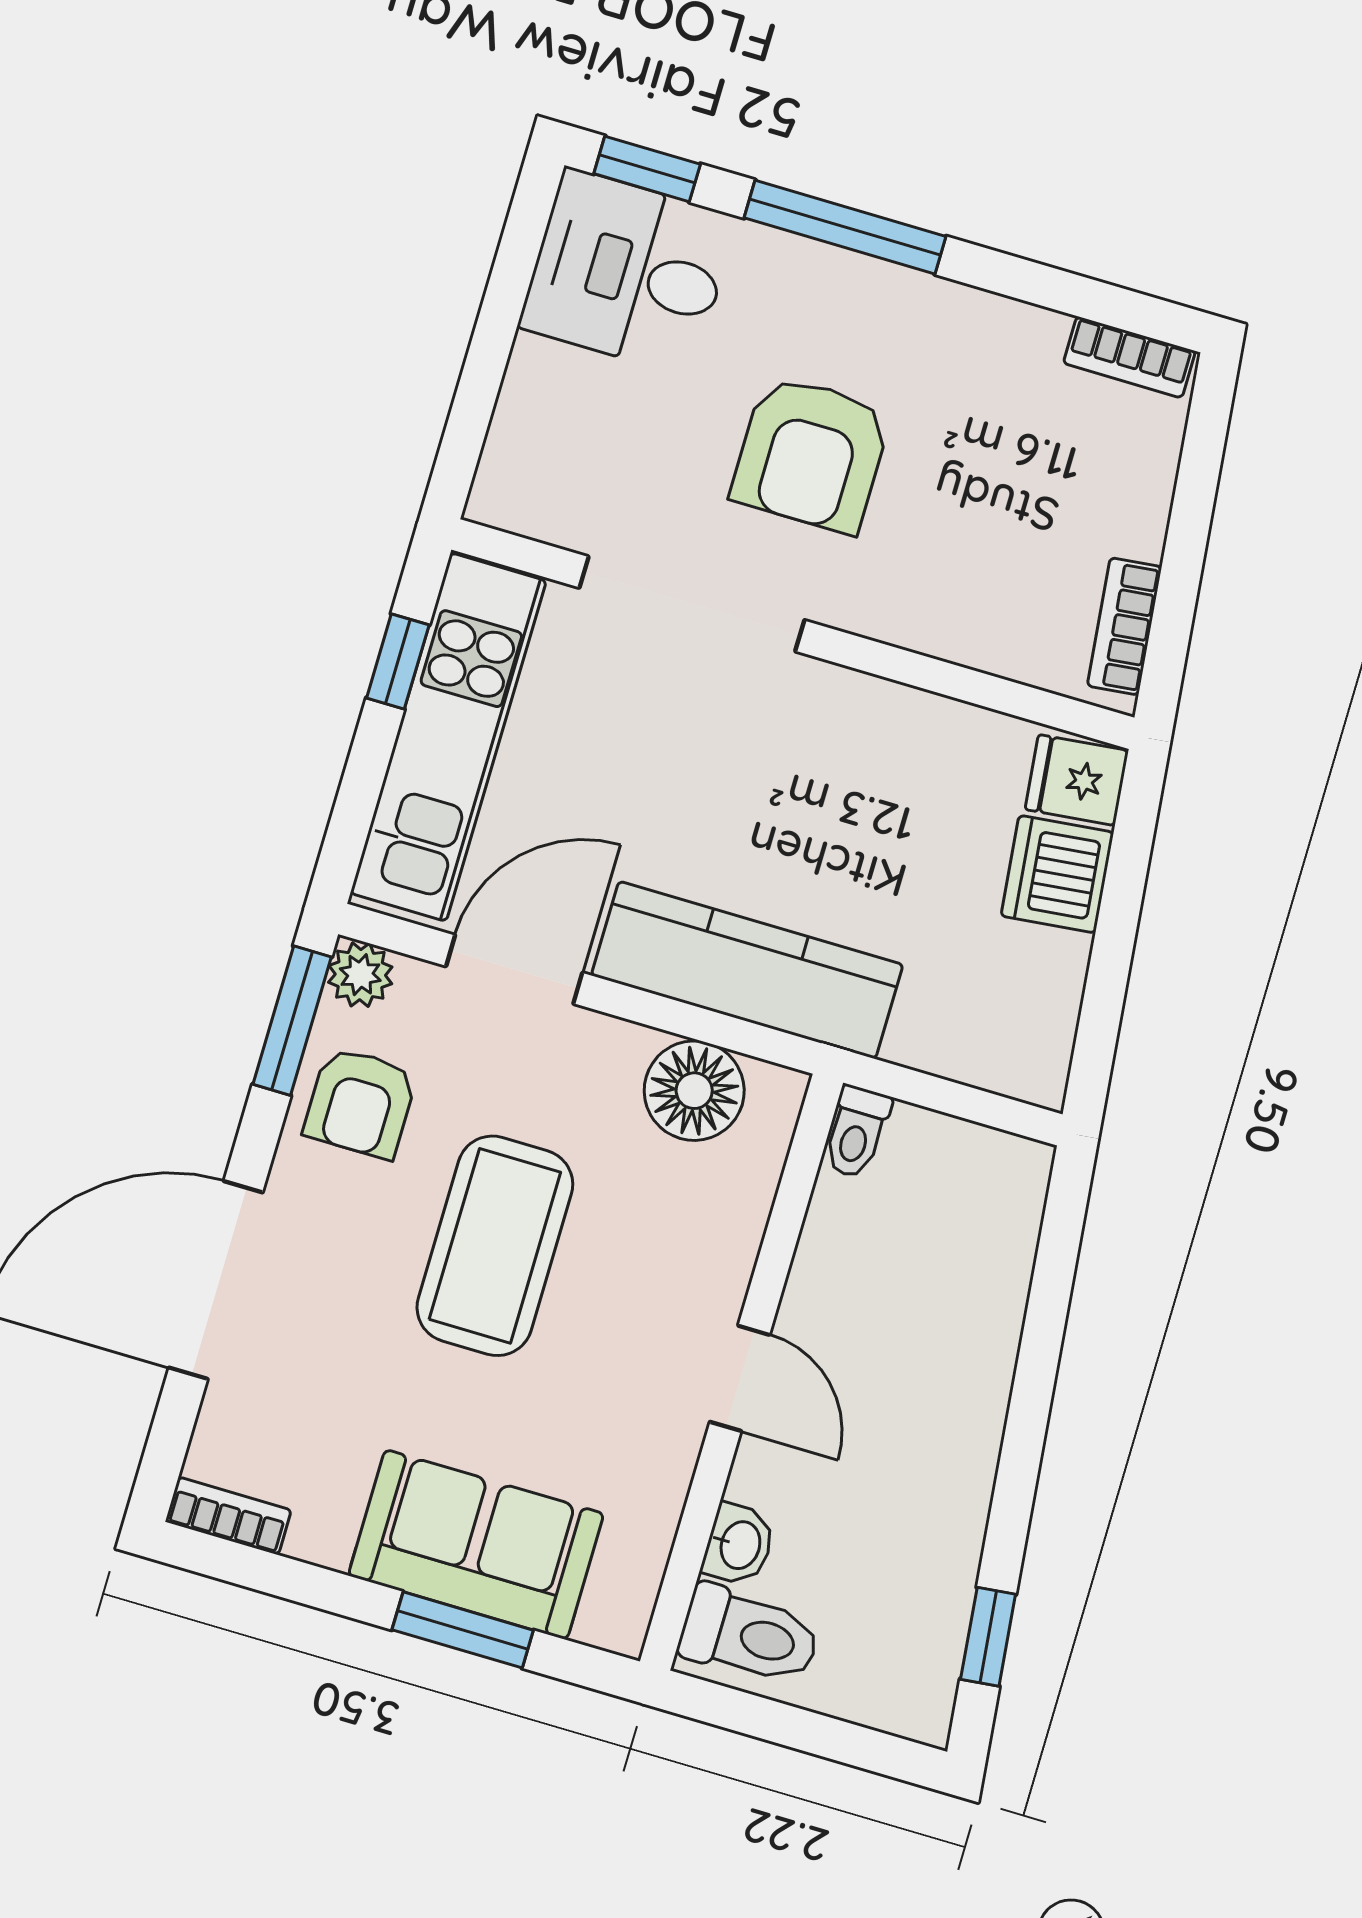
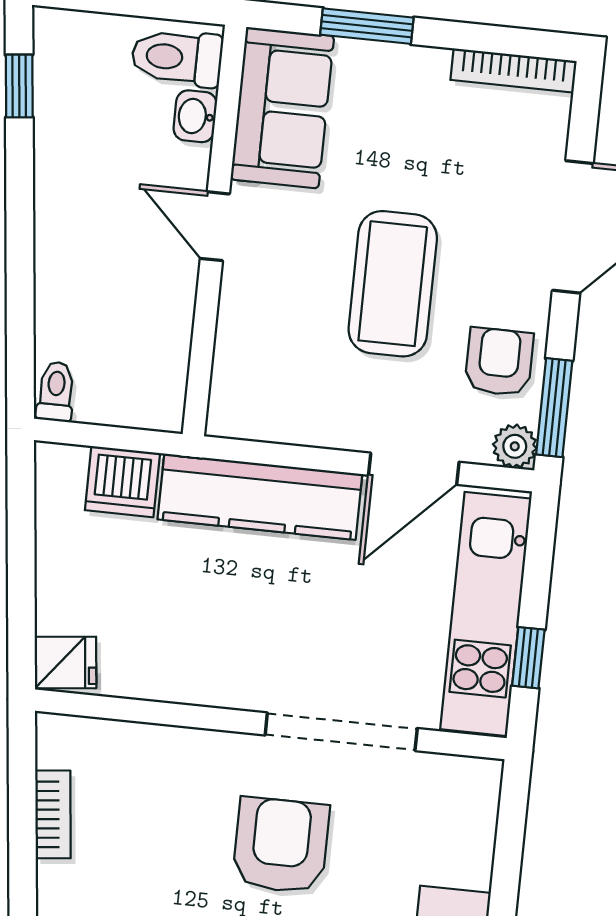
bookcase: (1124, 626) -> (53, 814), moved
dishwasher: (1057, 874) -> (122, 482), moved, turned 96
floor lamp: (694, 1091) -> (280, 411), removed
toilet: (856, 1132) -> (56, 392), moved
bookcase: (228, 1516) -> (514, 70), width x1.56
sofa: (476, 1545) -> (282, 108), moved, turned -90

